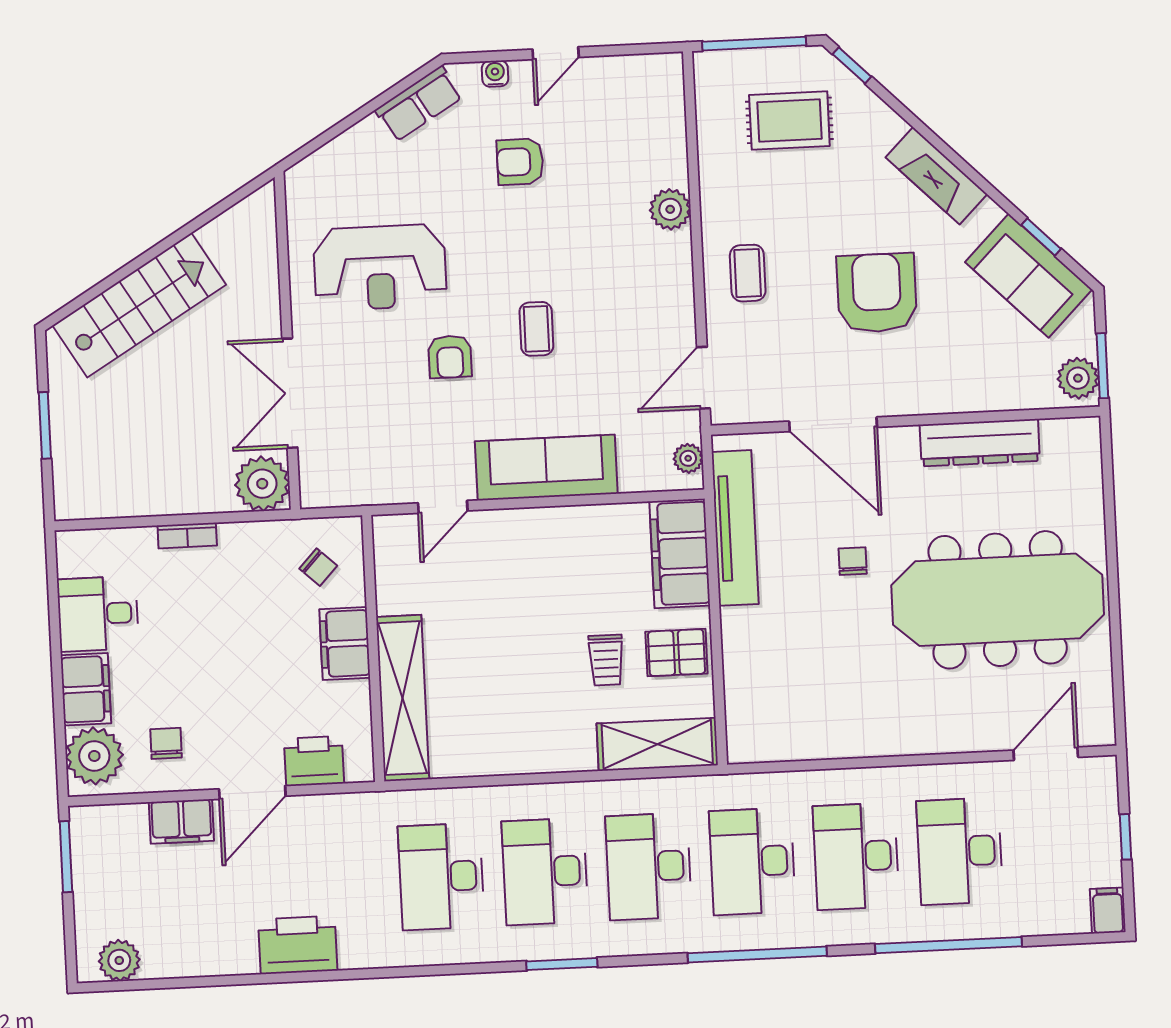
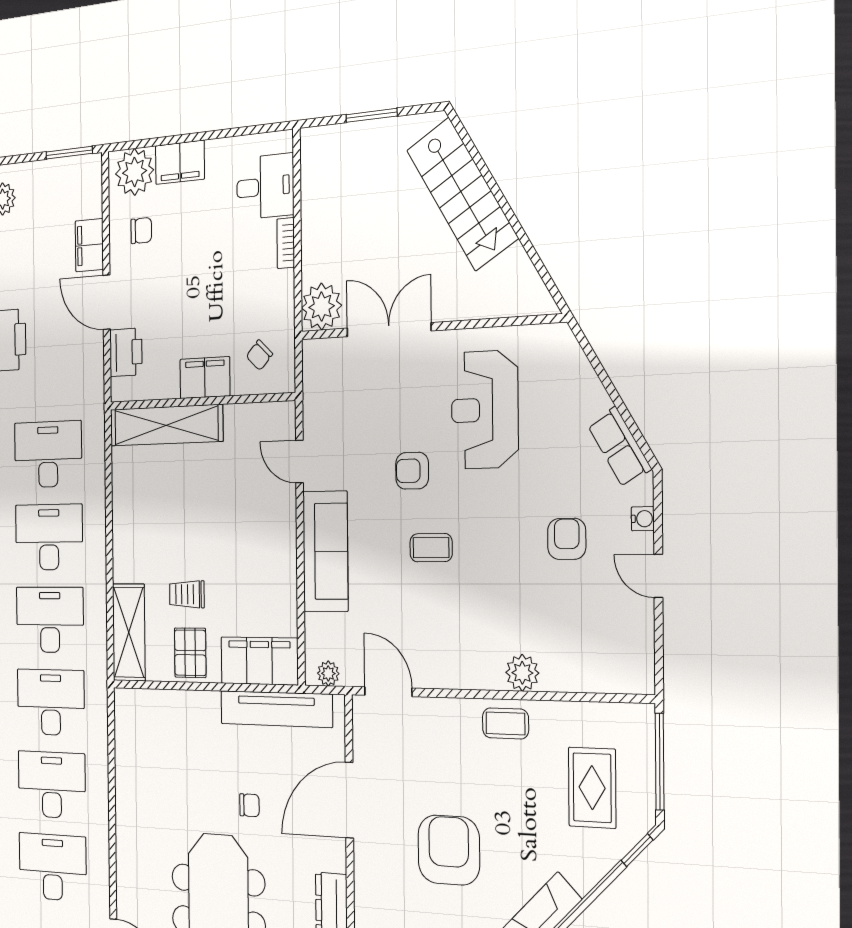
coffee table: (748, 273) -> (506, 723), moved
armchair: (877, 293) -> (449, 850), turned -90
desk: (98, 614) -> (265, 187), moved, turned 90

